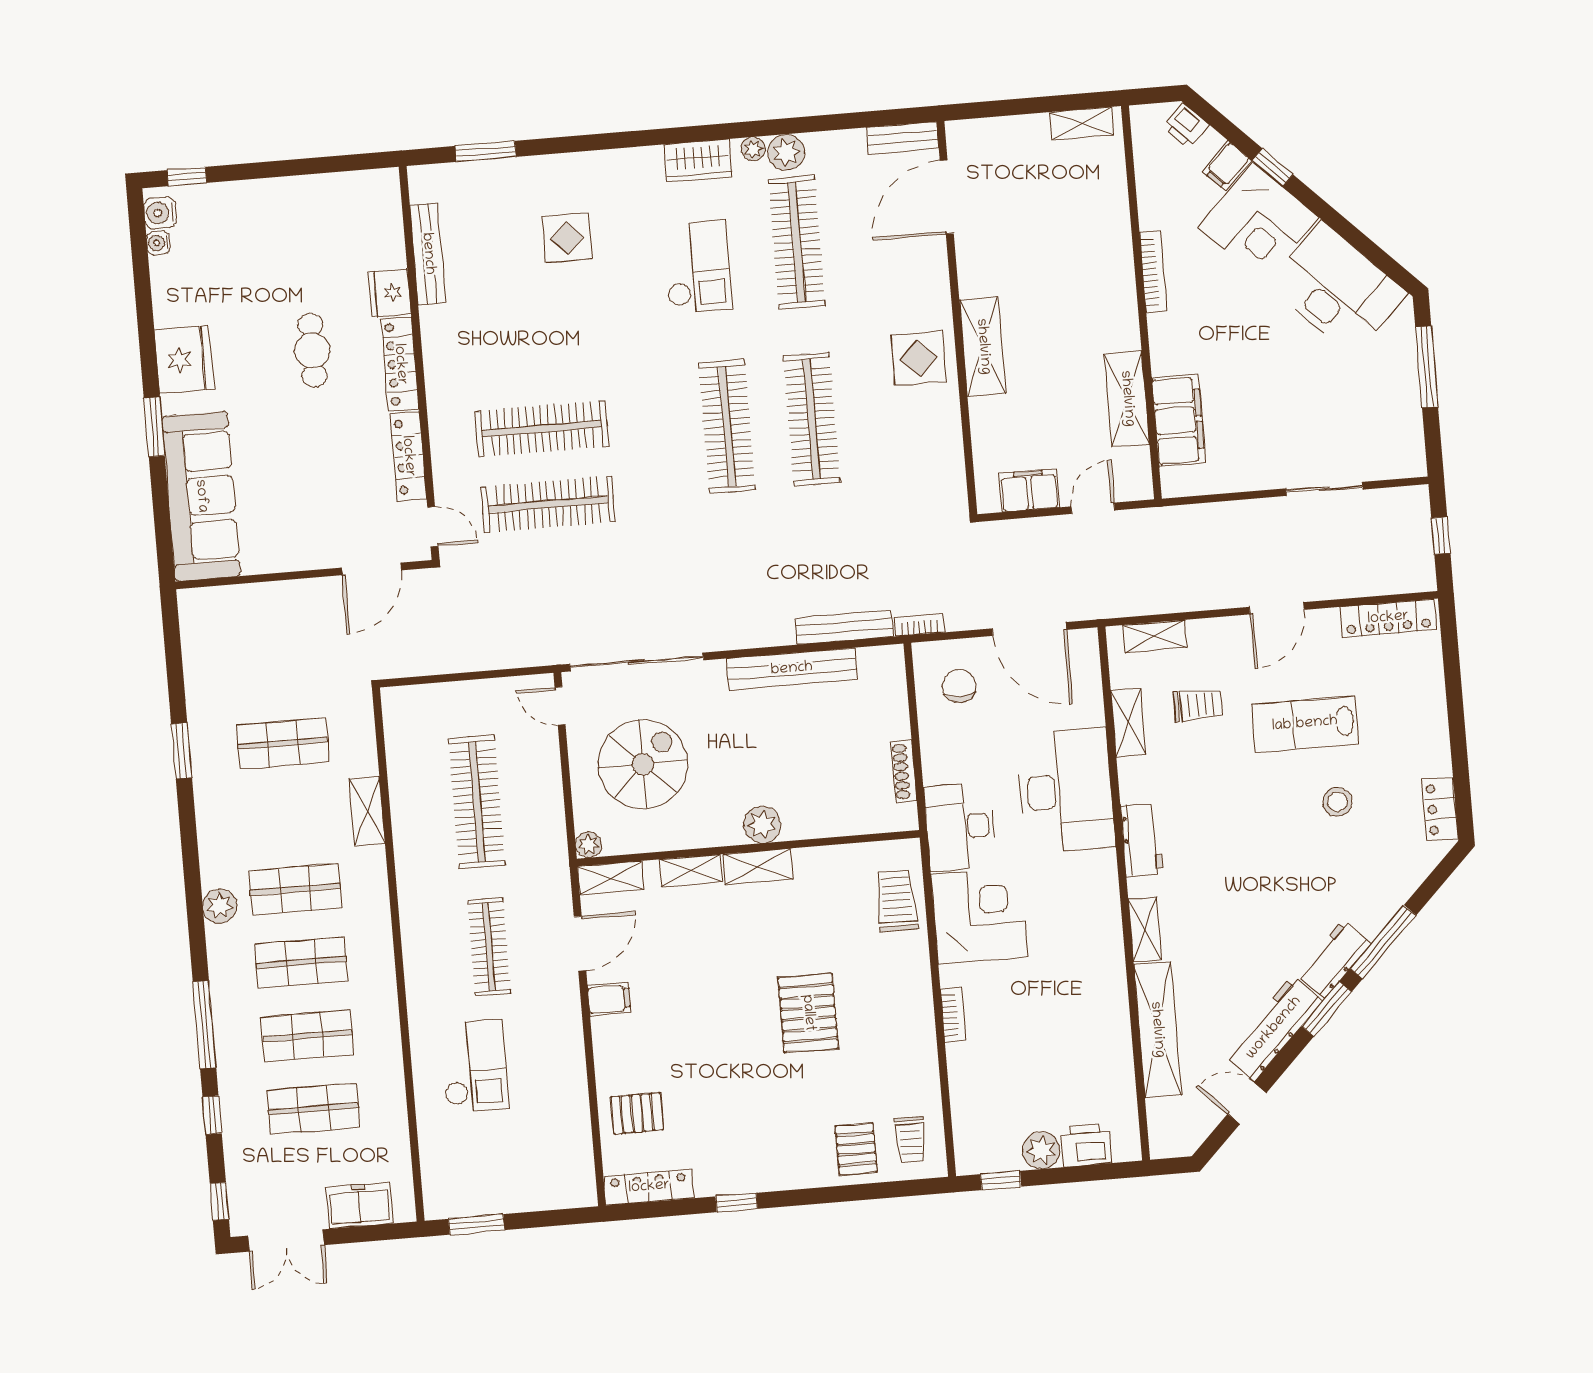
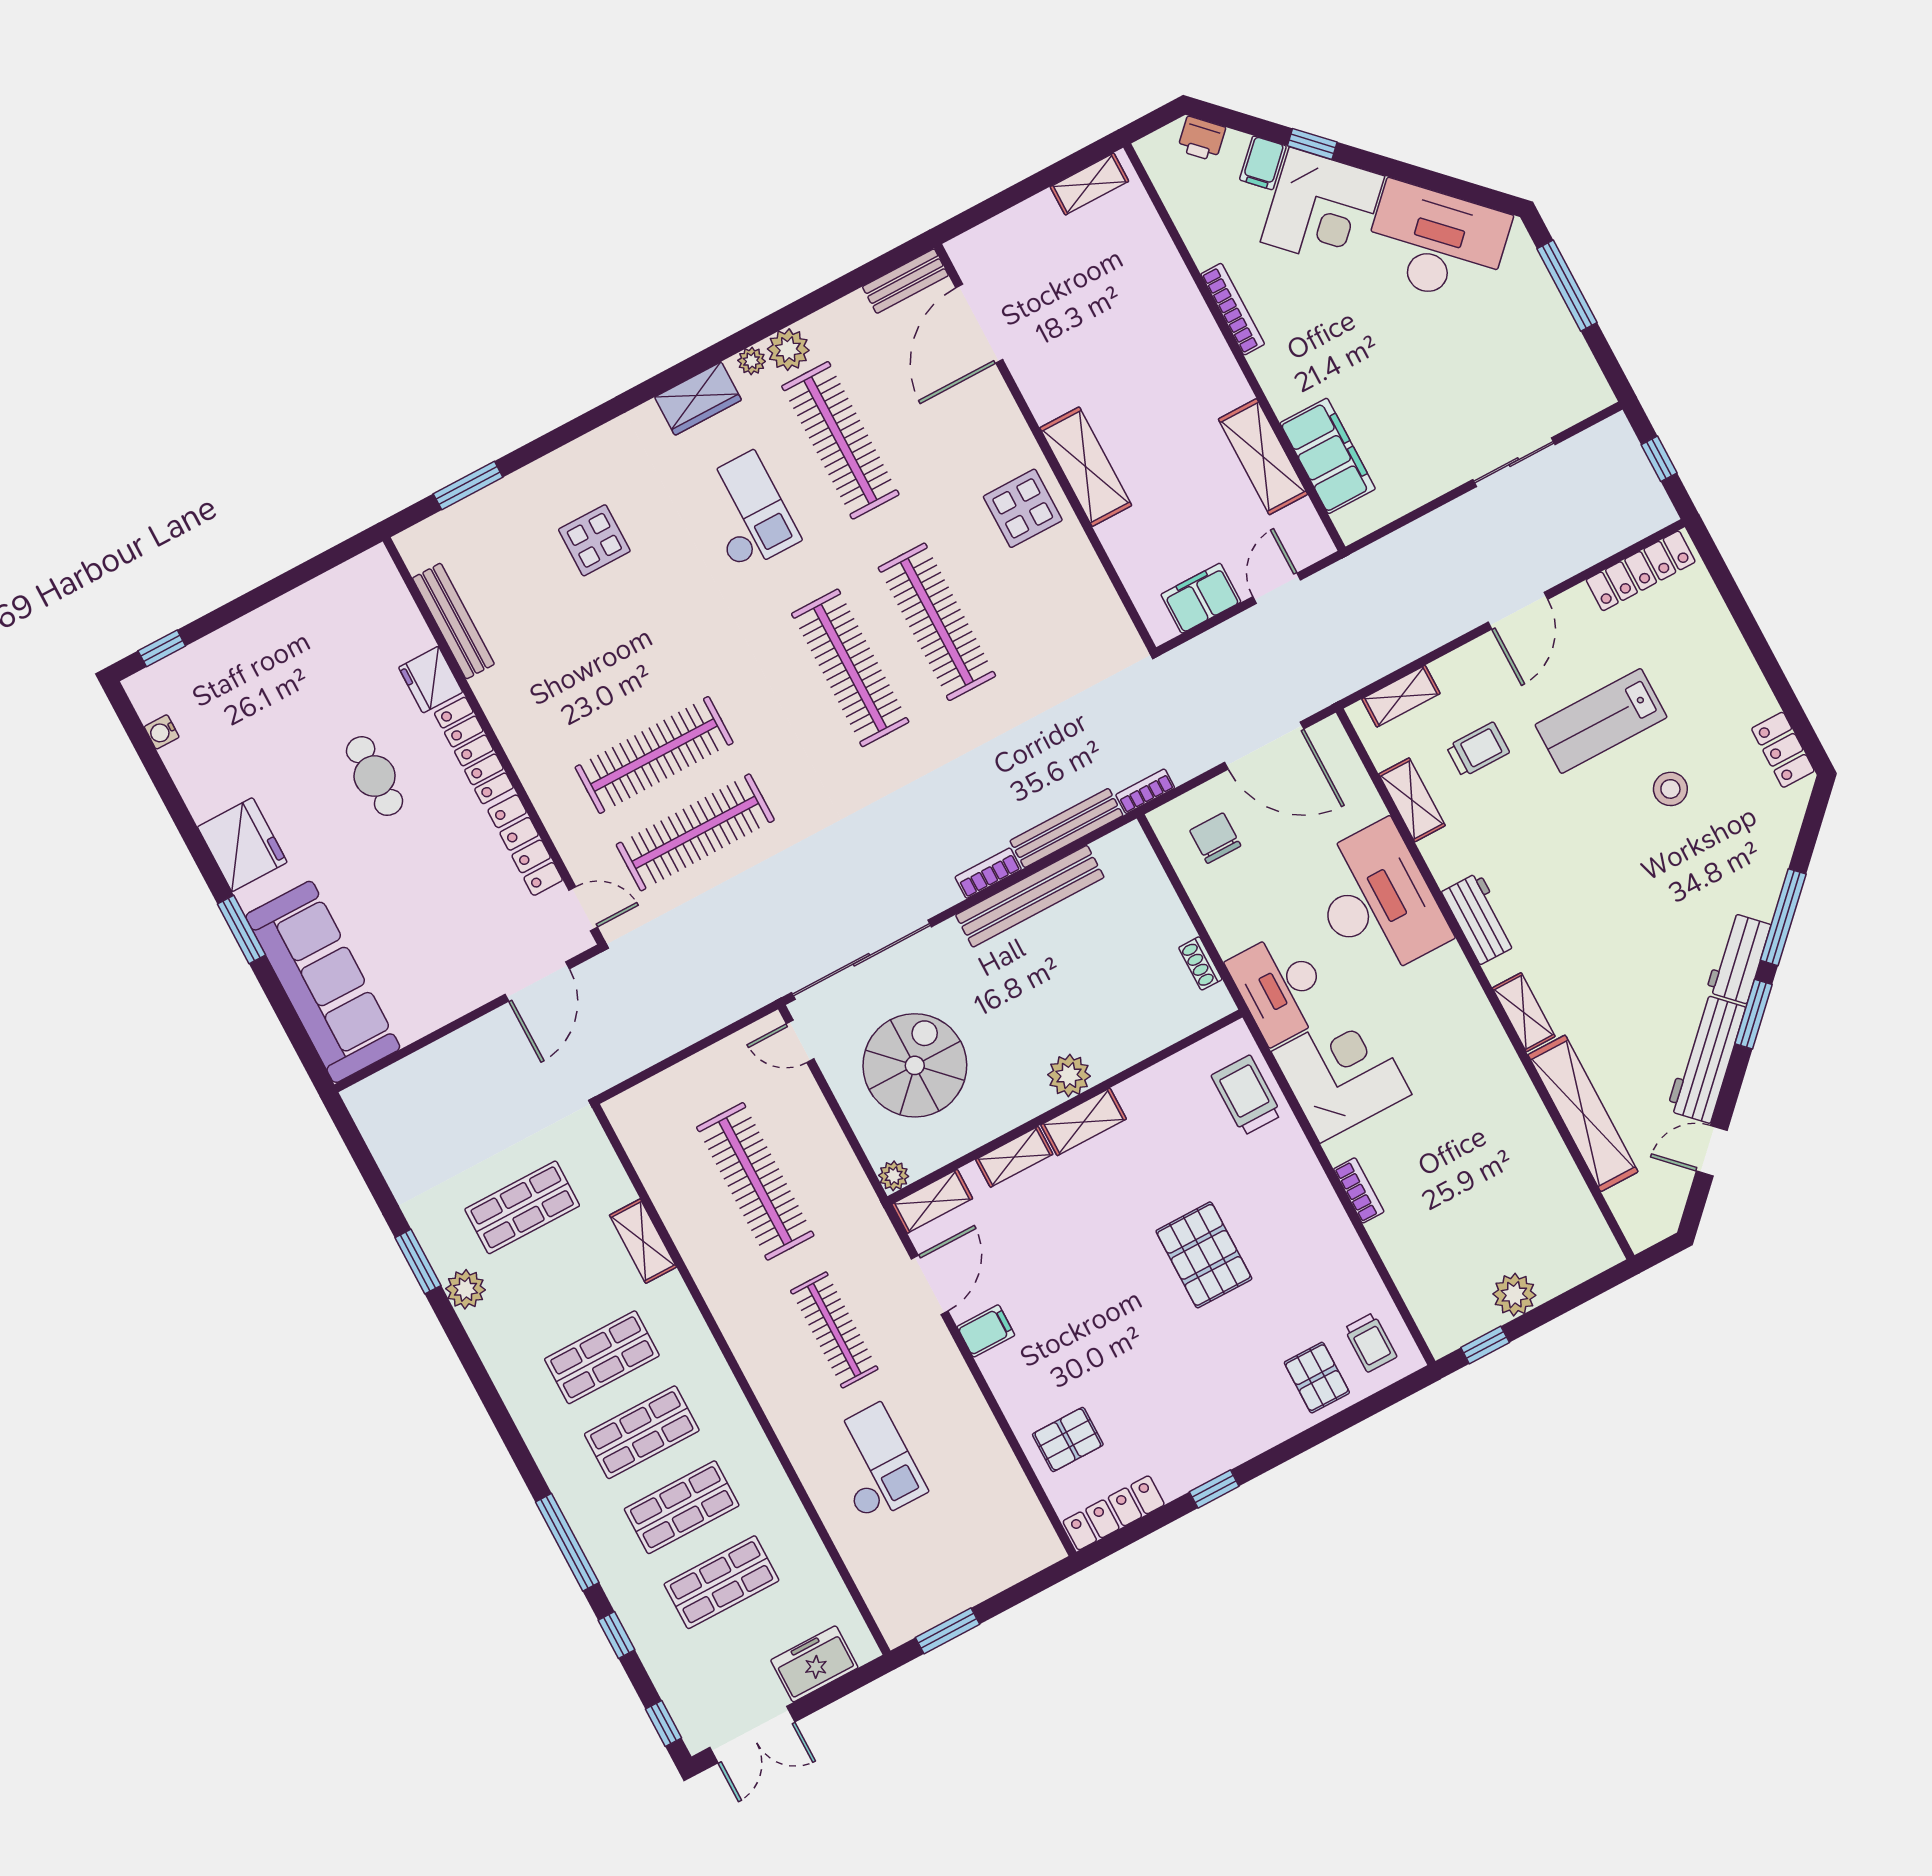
water cooler: (160, 213) -> (150, 699), removed
bookcase: (767, 636) -> (988, 873), added
shoe rack: (904, 771) -> (1200, 963), width x0.70
plant: (220, 906) -> (466, 1289), moved
printer: (1086, 1145) -> (1560, 1269), removed

